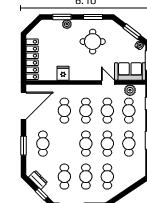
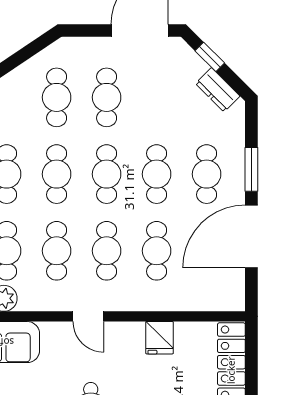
door: (108, 82) -> (88, 316), moved
door: (24, 106) -> (251, 236), moved
cafe table: (64, 177) -> (157, 174), moved

